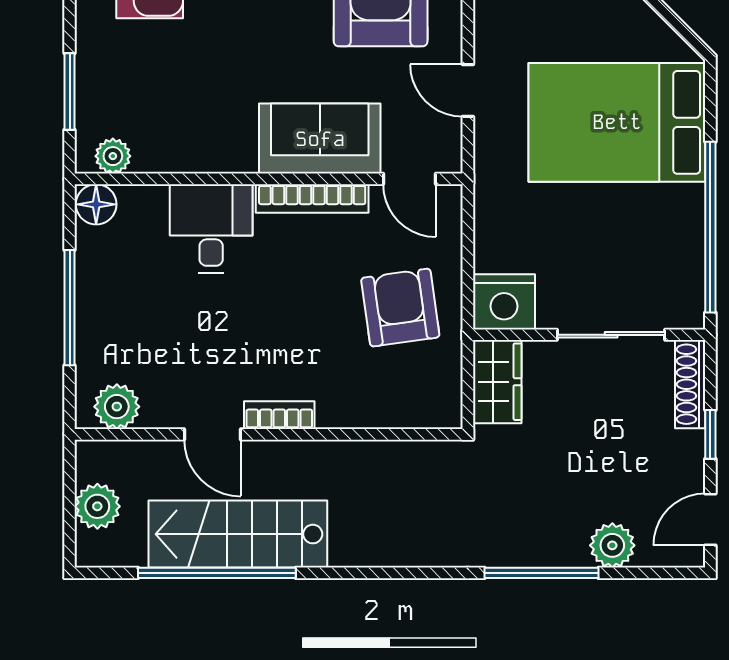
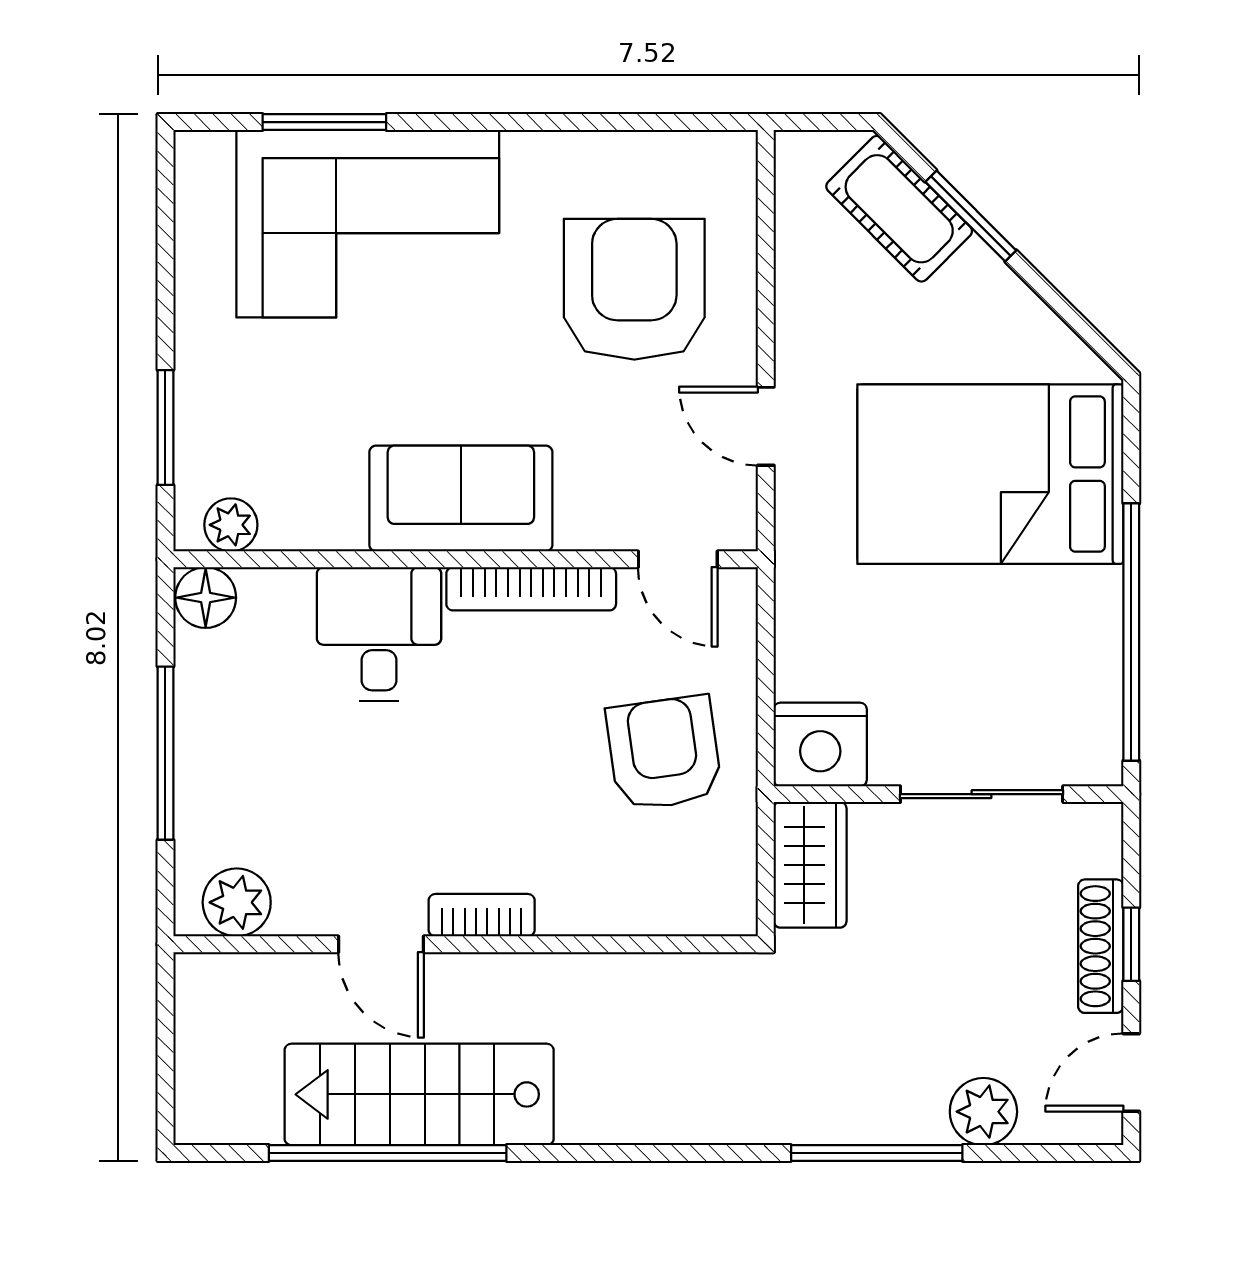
sofa: (320, 139) -> (461, 499), moved
shoe rack: (690, 384) -> (1101, 946), moved
plant: (97, 506) -> (207, 1053), removed

